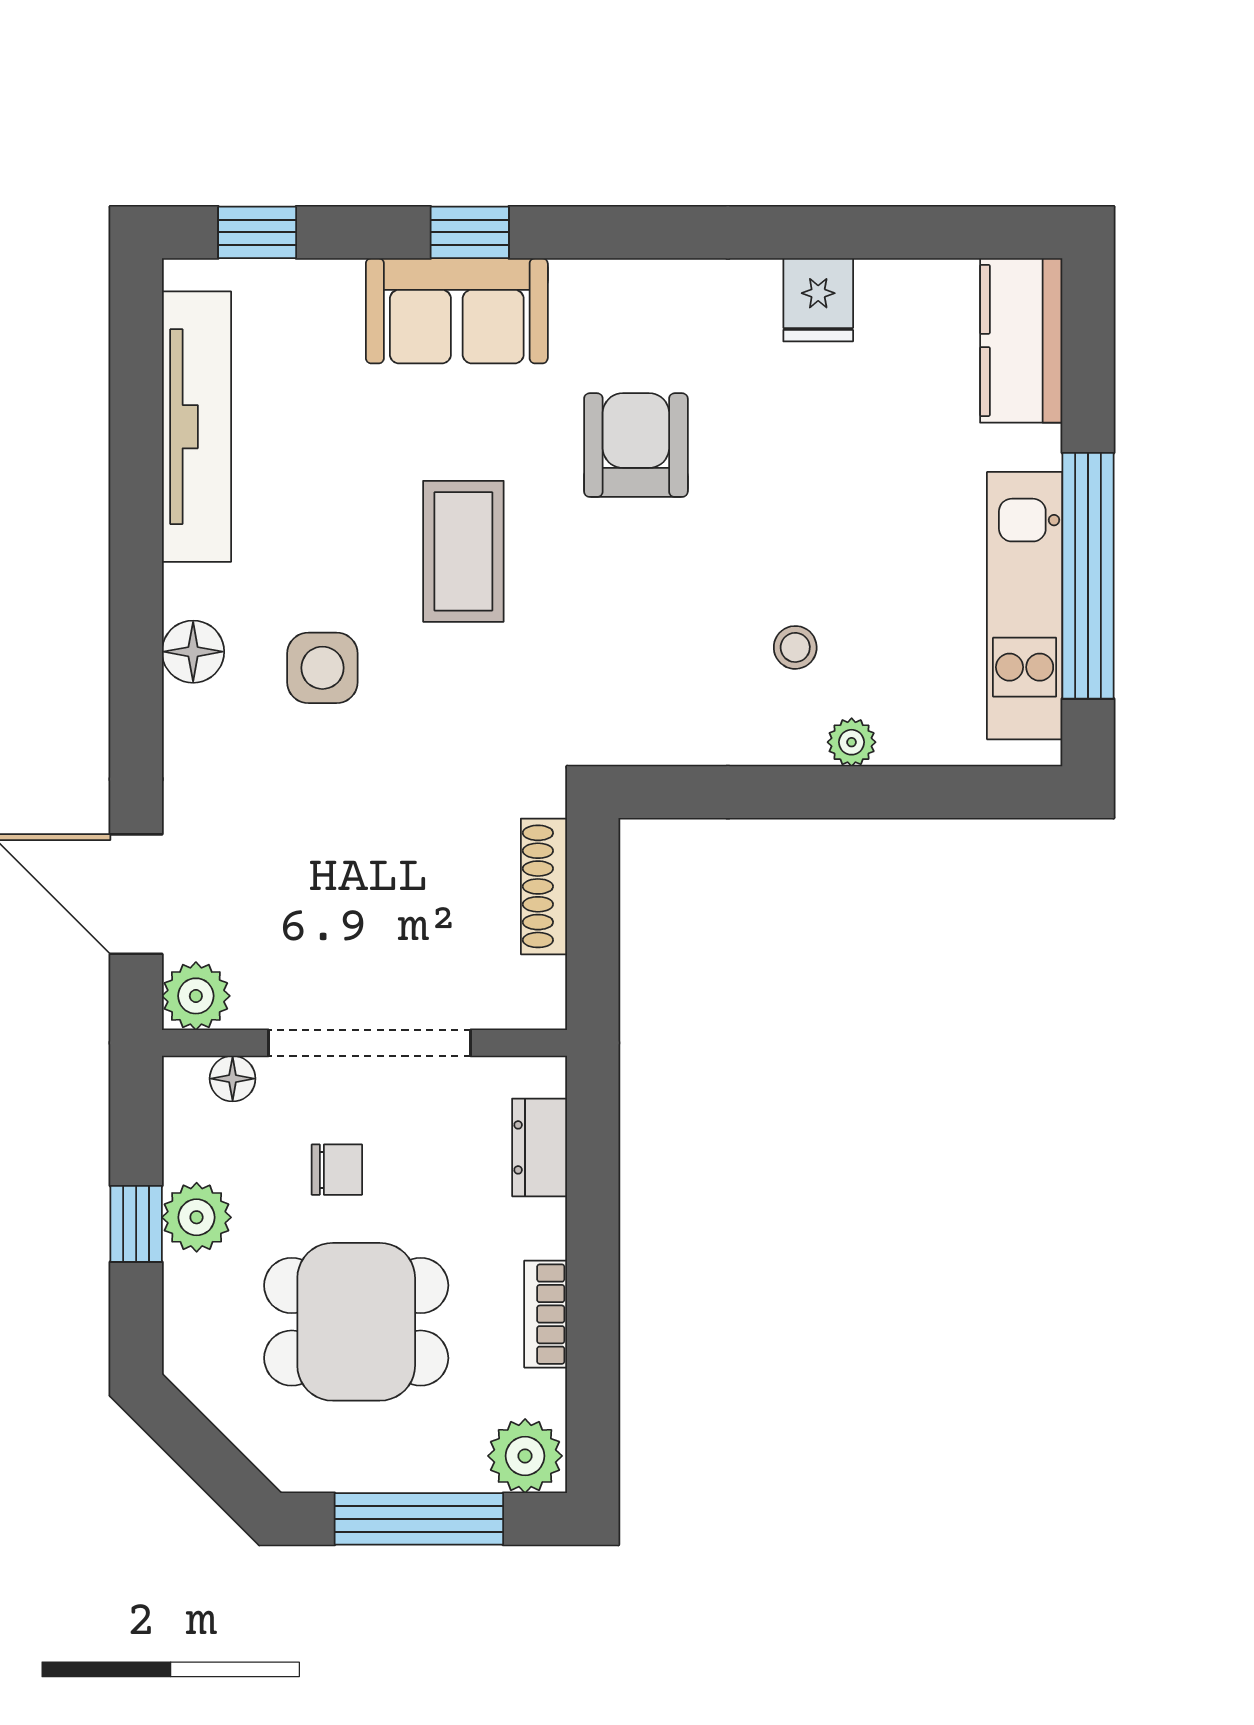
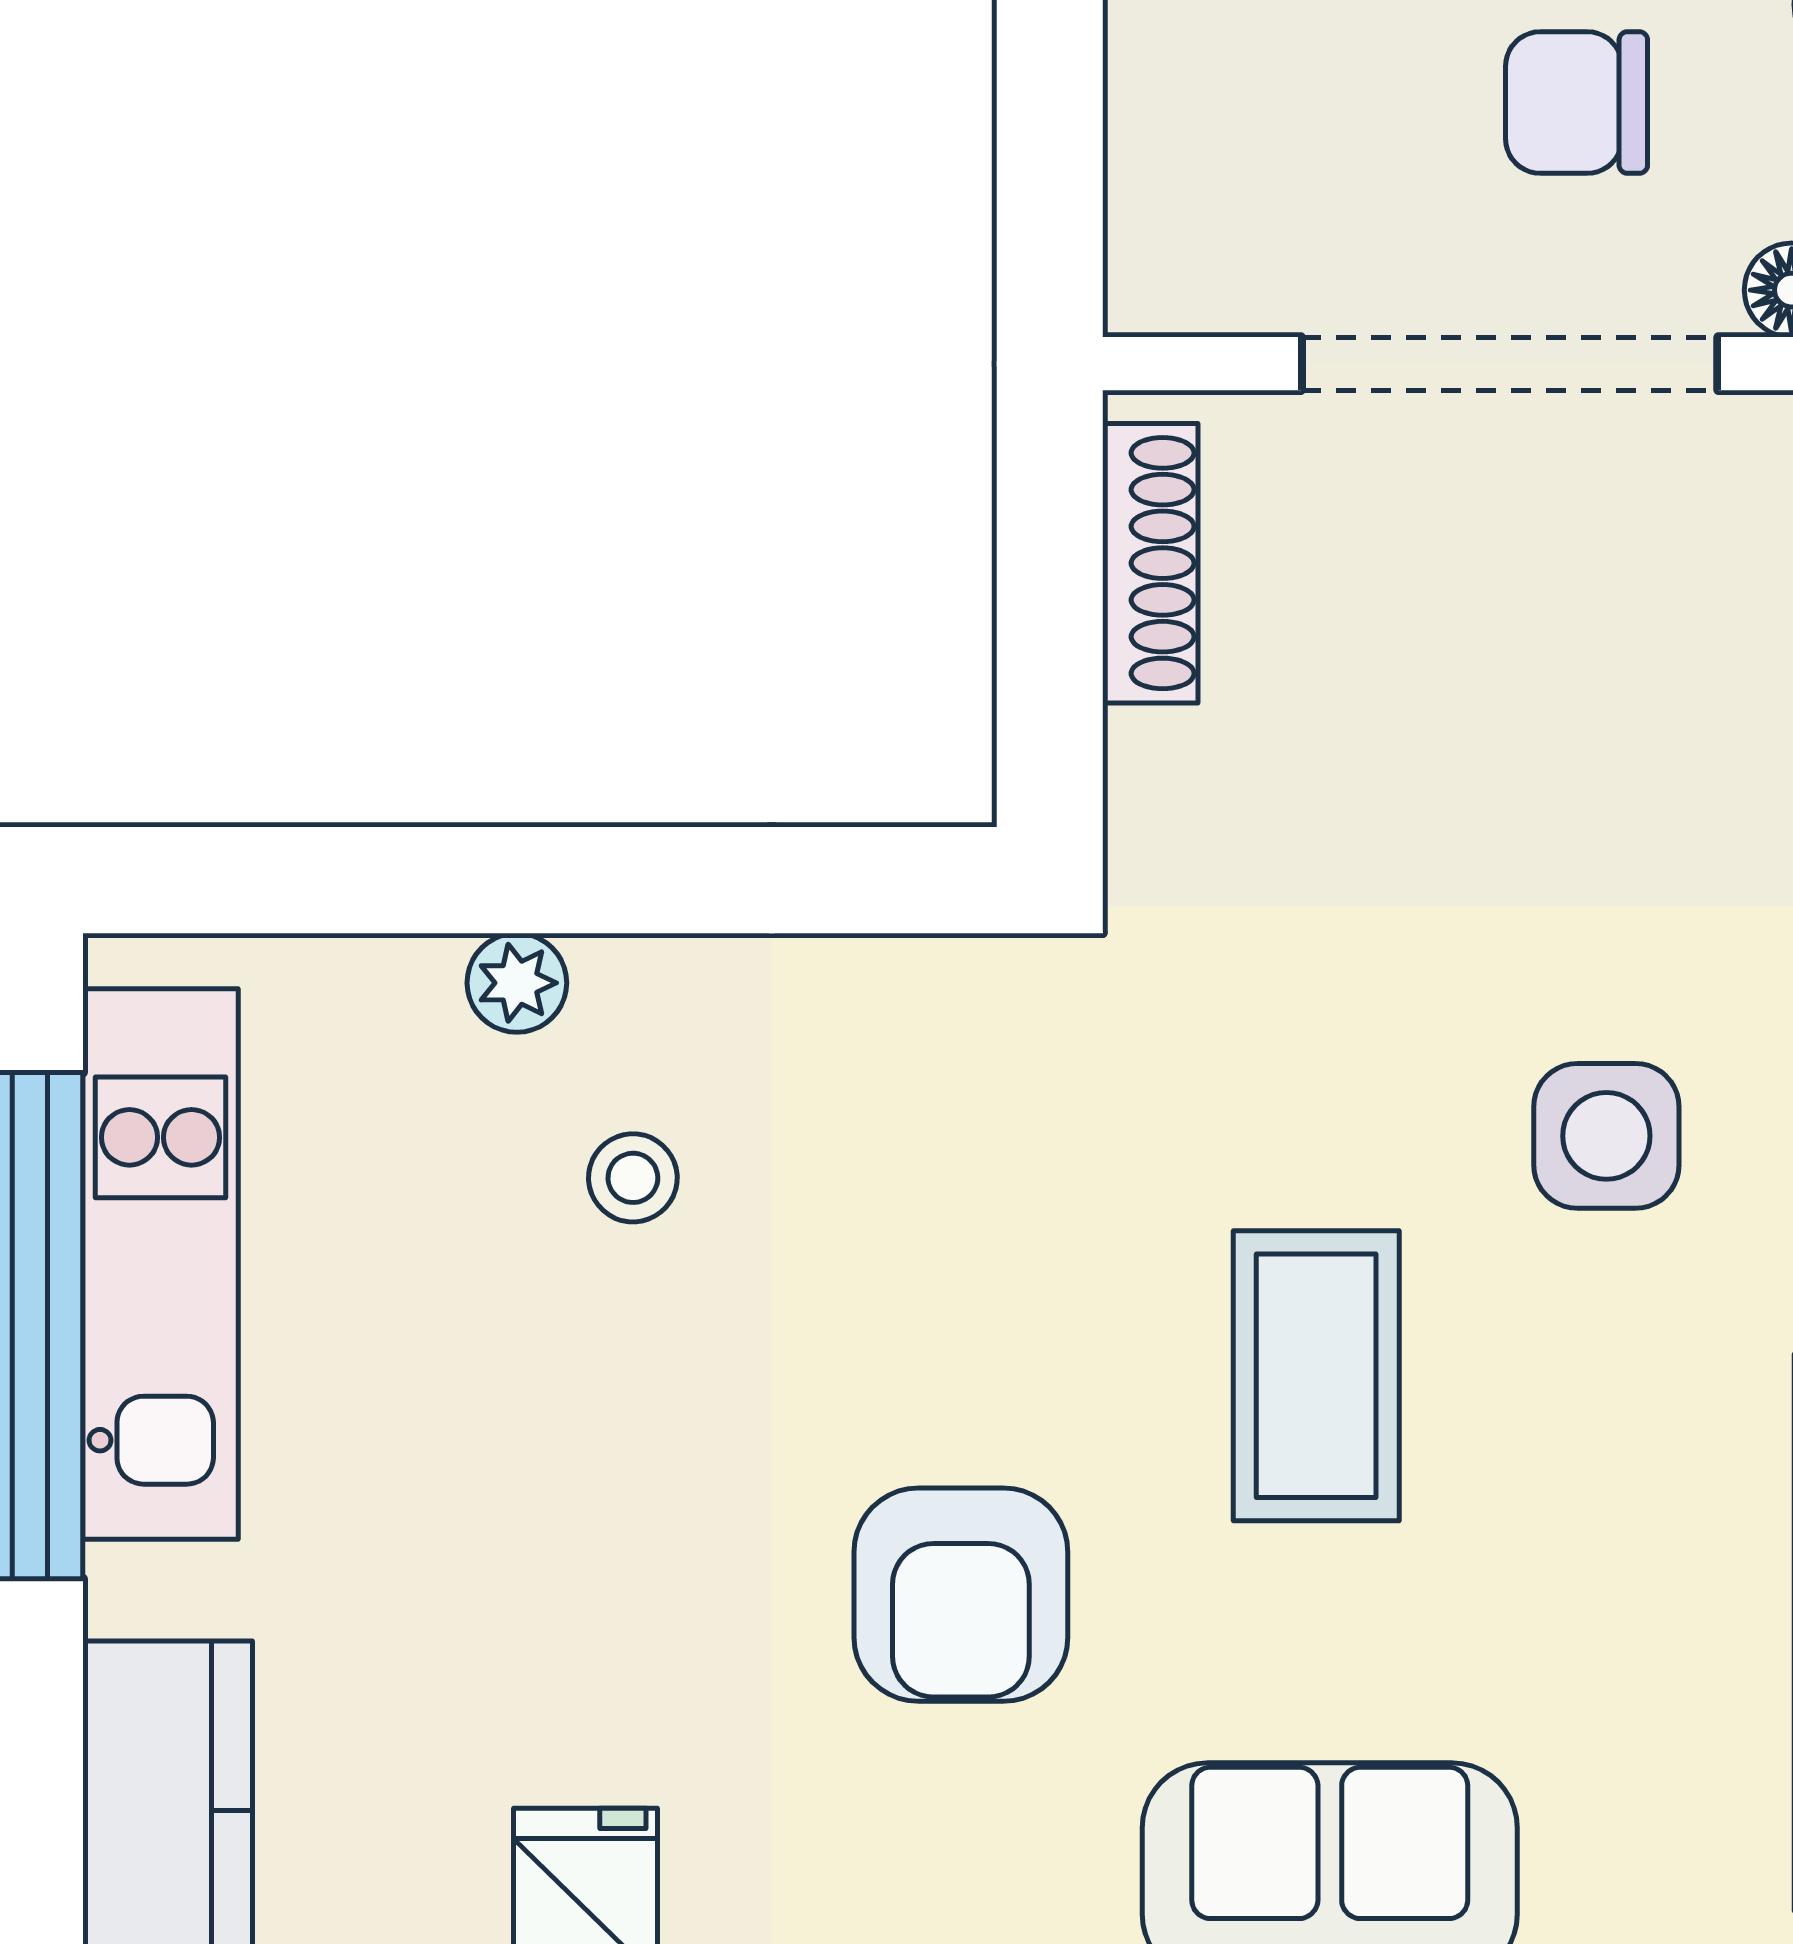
shoe rack: (544, 886) -> (1150, 563), moved
dresser: (540, 1147) -> (1159, 148), removed
chair: (337, 1170) -> (1577, 103), width x1.37, depth x1.37

